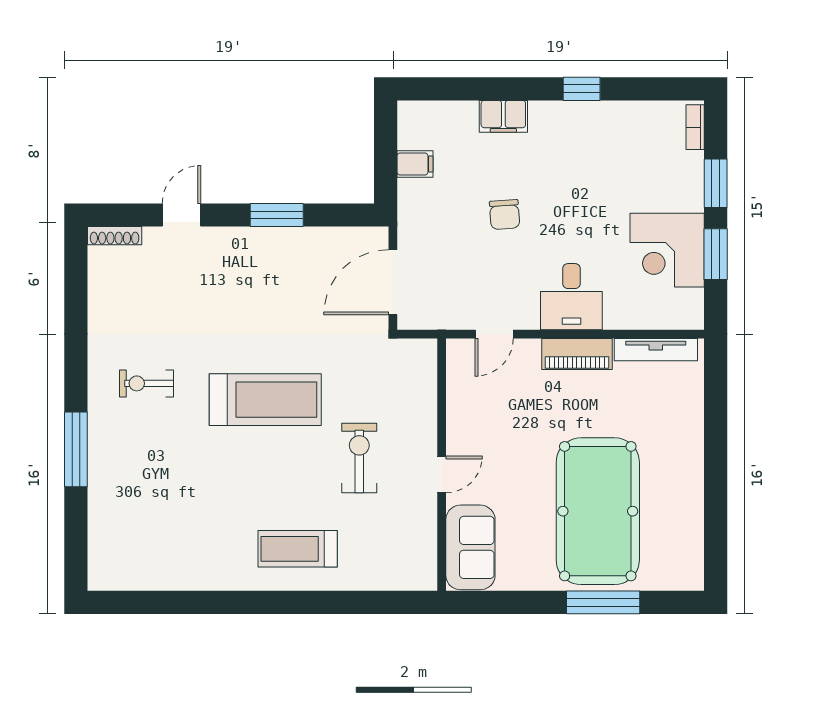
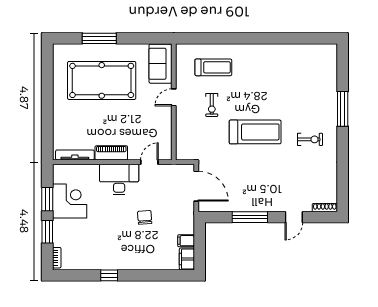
filing cabinet: (503, 116) -> (187, 259), moved, turned -90
window: (277, 215) -> (250, 217), width x1.44
door: (393, 282) -> (196, 186), hinge flipped
desk: (571, 297) -> (119, 179), width x1.37
treadmill: (265, 400) -> (255, 132), turned 180
exercise bike: (359, 458) -> (212, 105), width x0.73, depth x0.72
pool table: (598, 511) -> (102, 80), turned 90
treadmill: (298, 549) -> (213, 67), moved

